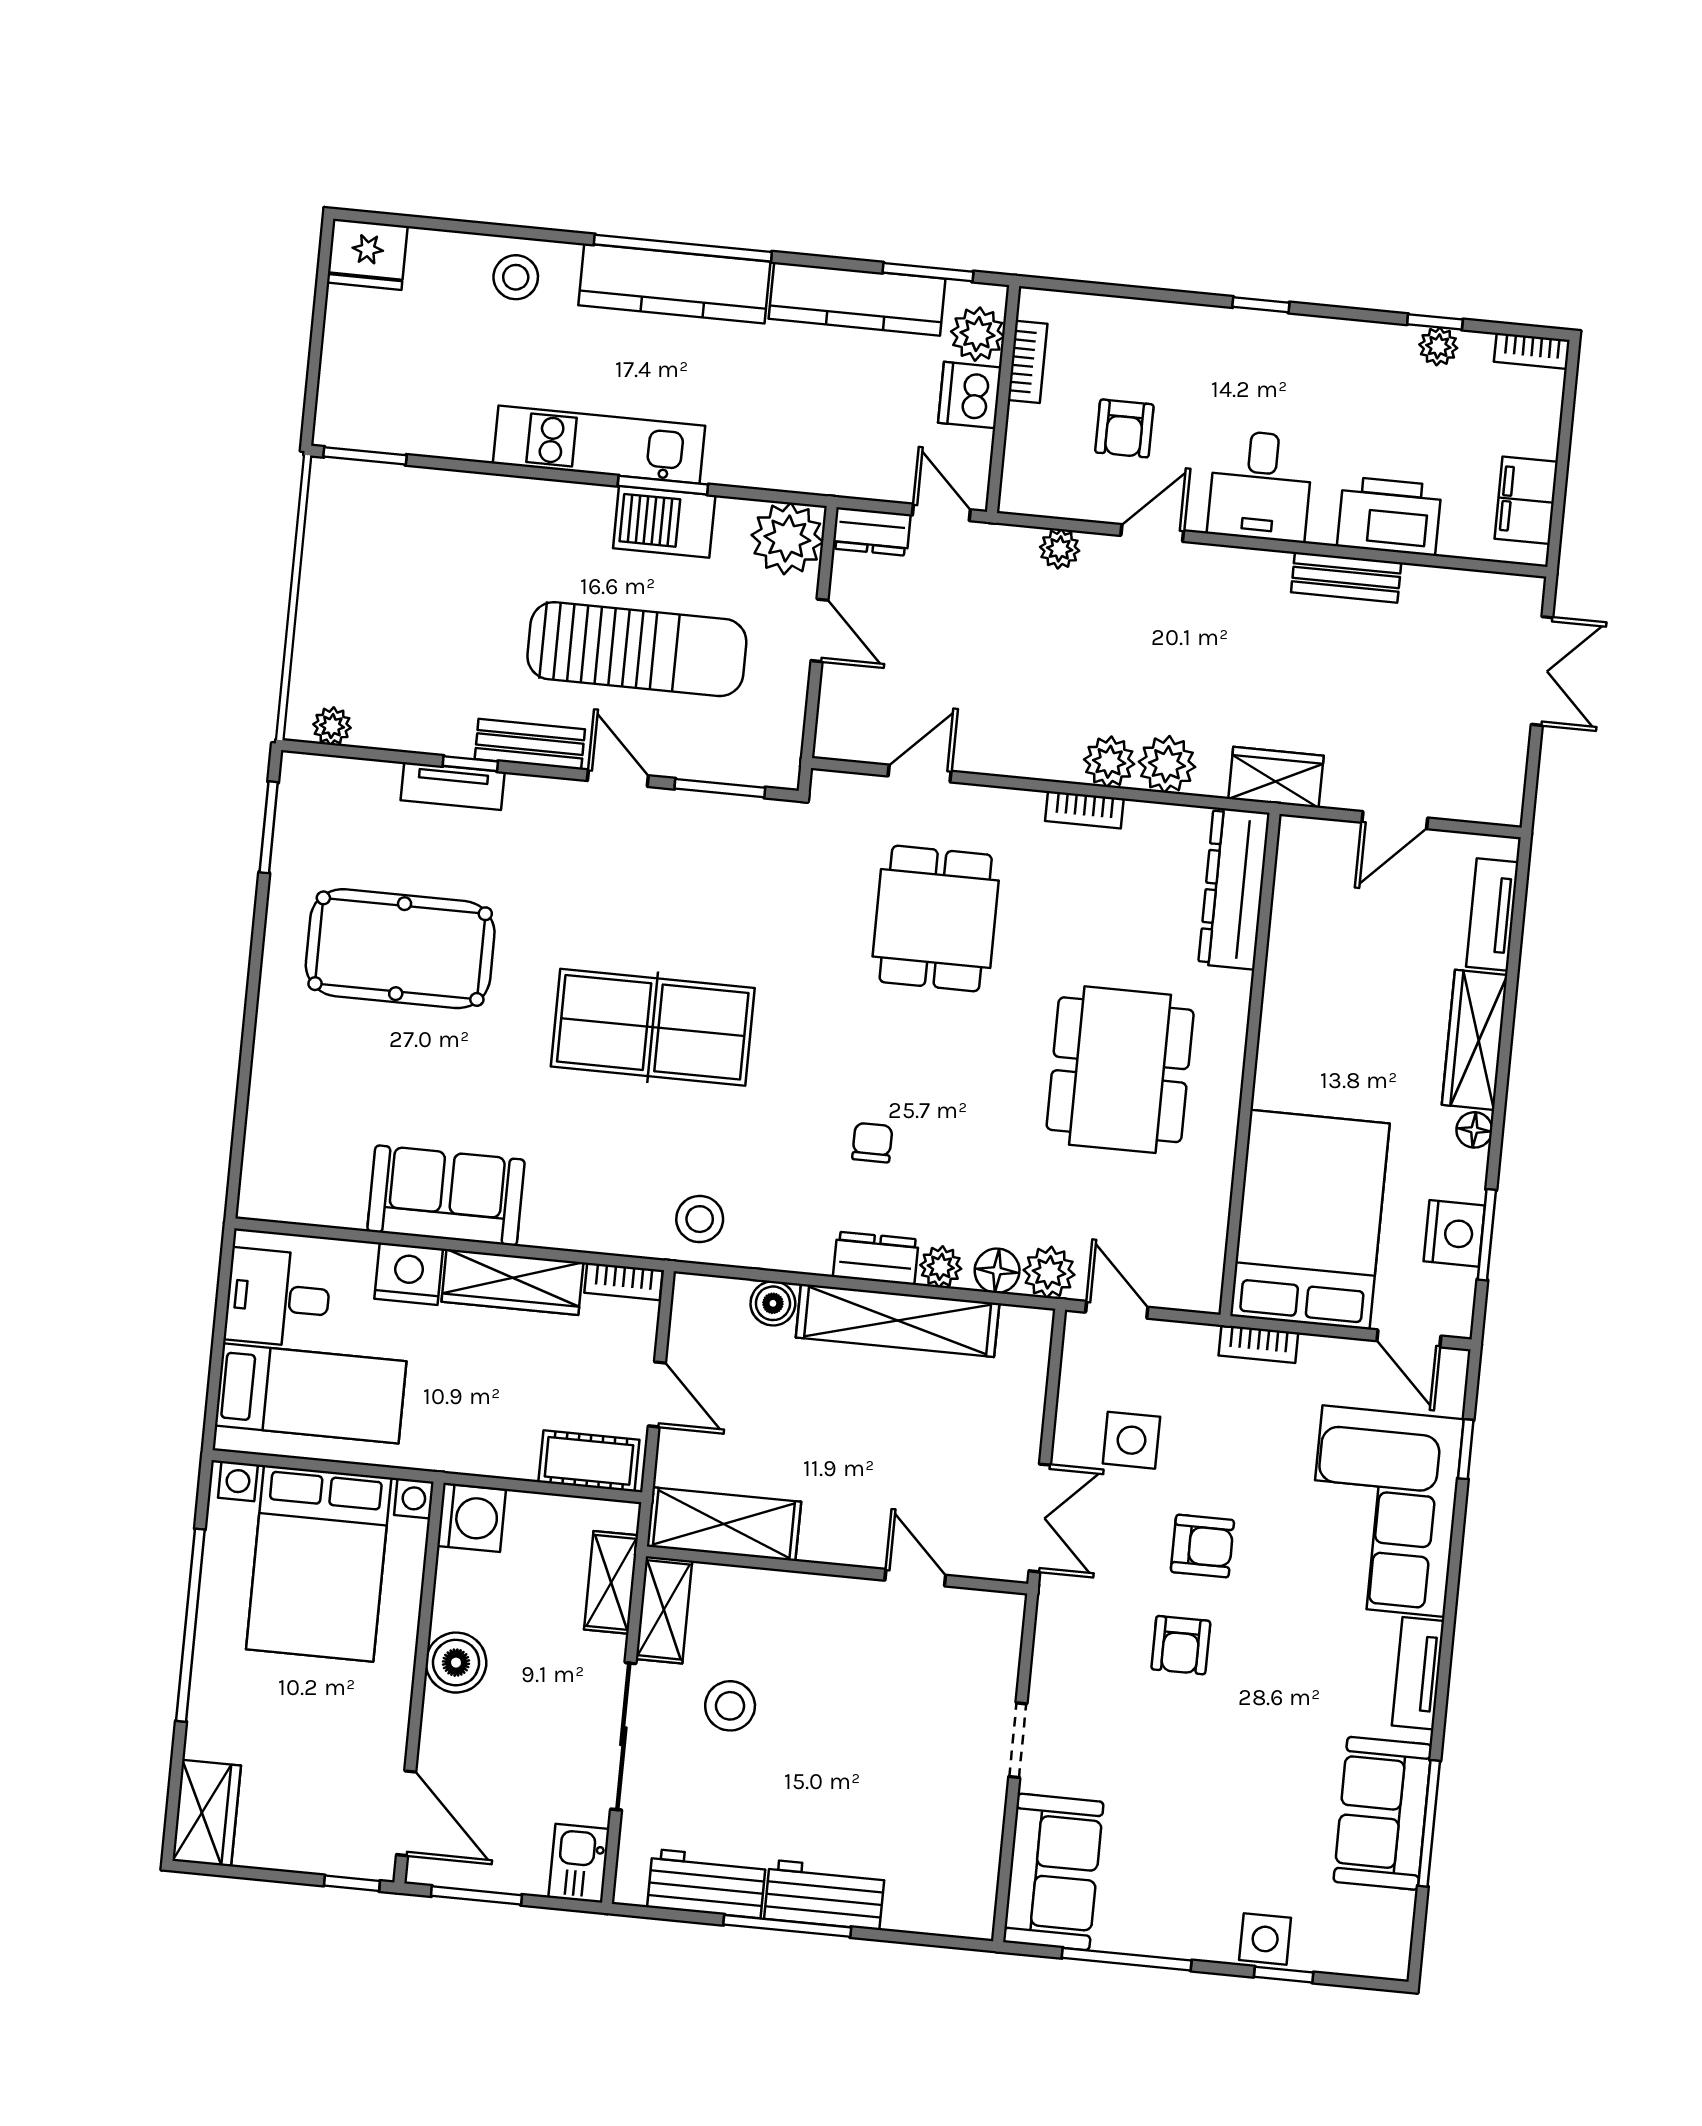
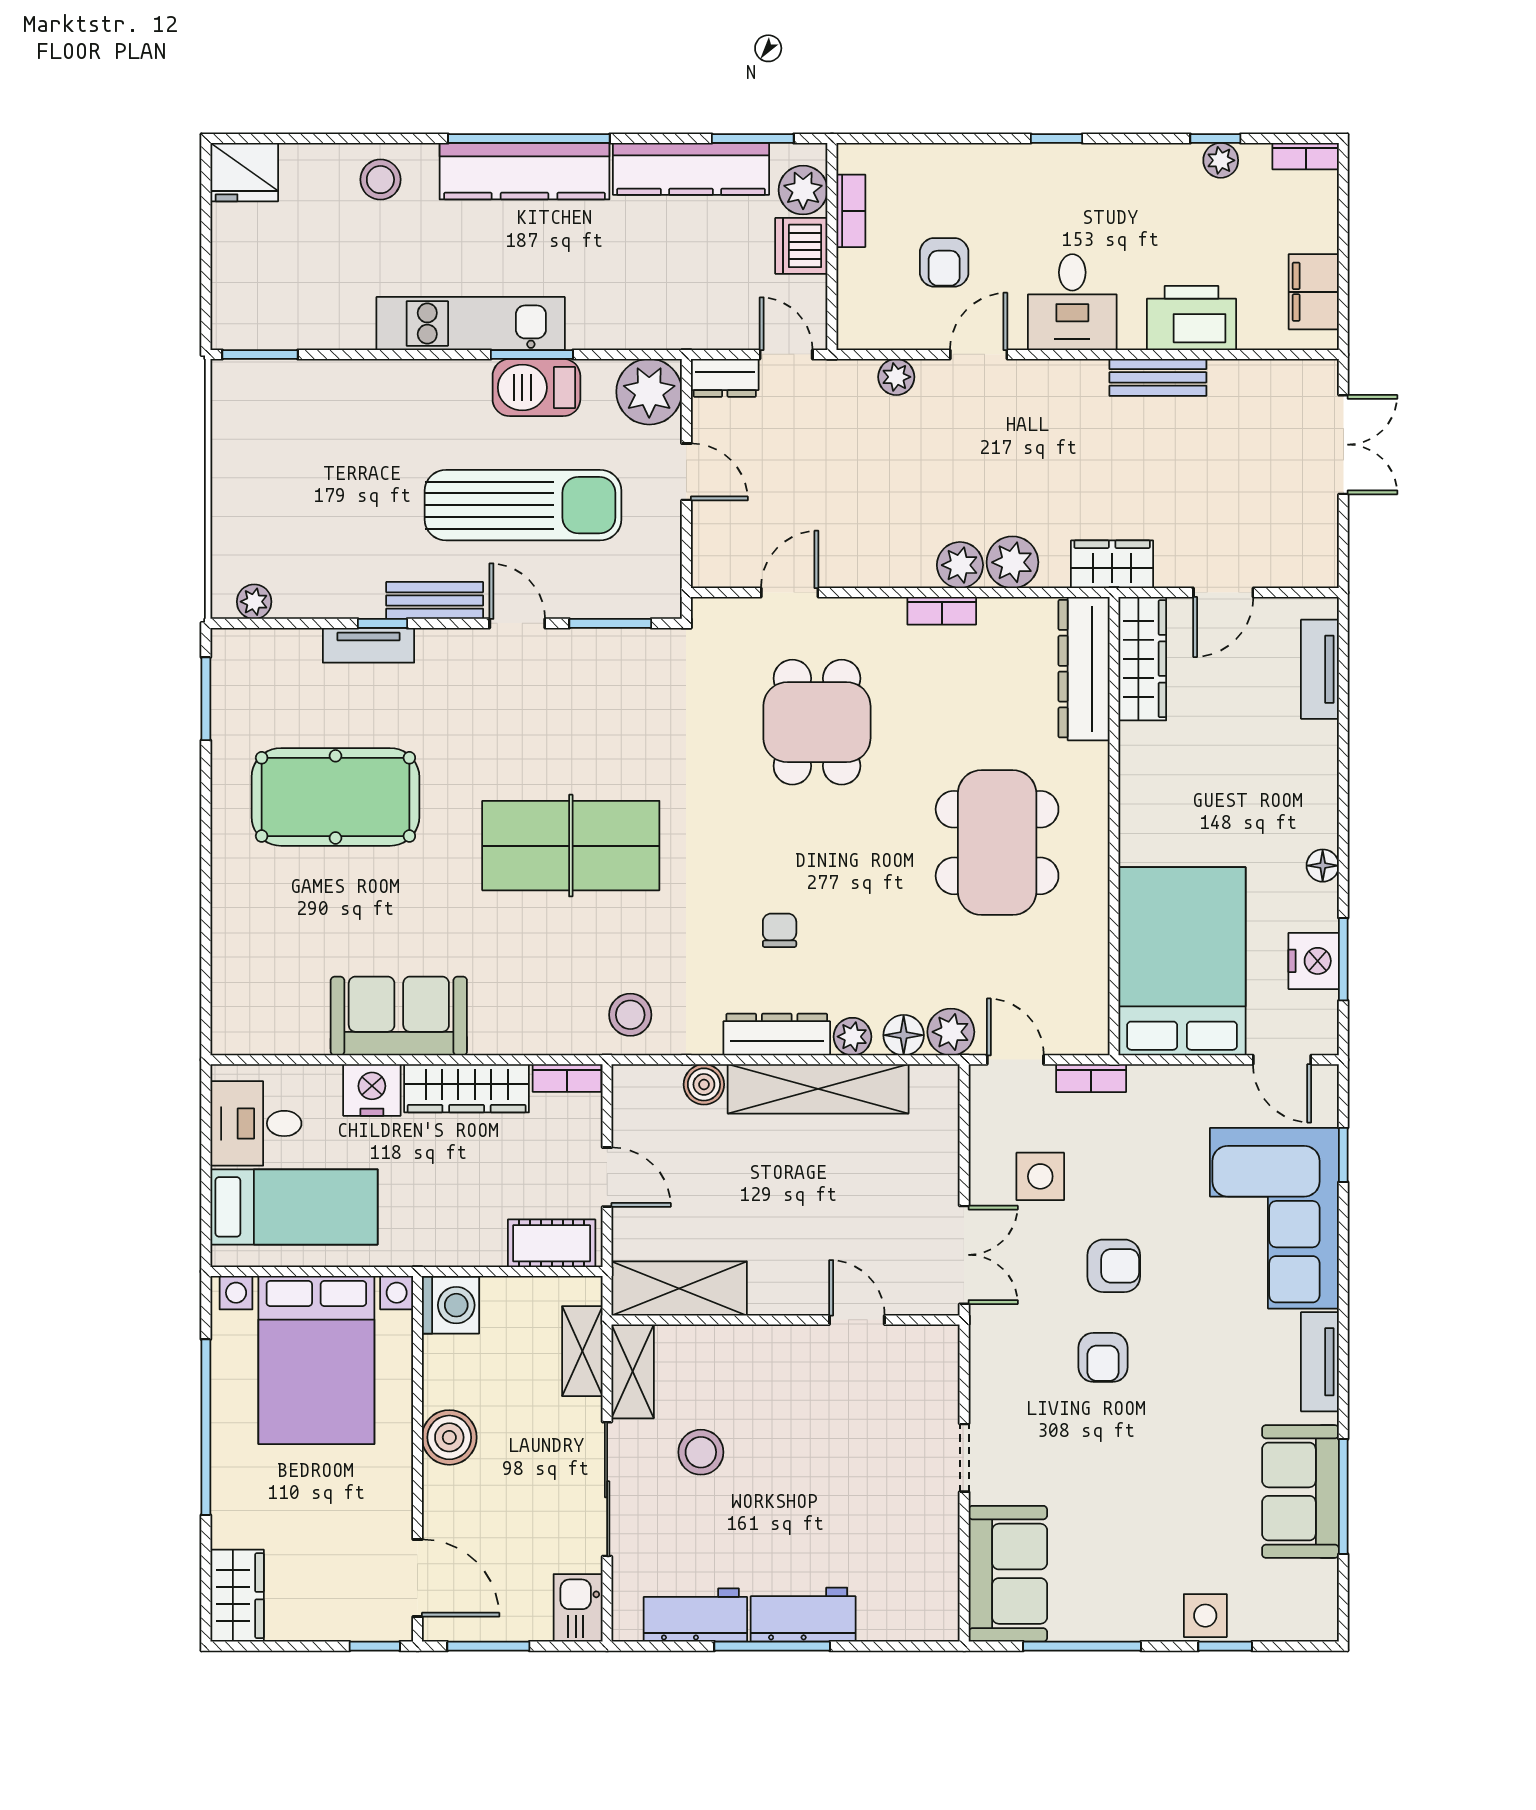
wardrobe: (1475, 1040) -> (1142, 659), moved, turned 180
dresser: (876, 1258) -> (777, 1035), width x1.44
bookcase: (1258, 1344) -> (1091, 1078), moved

